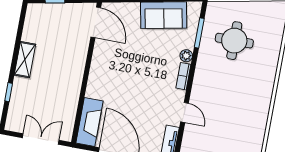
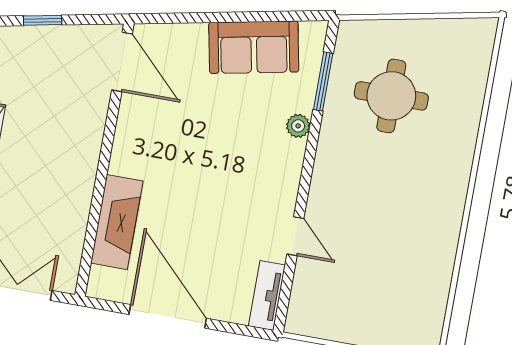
bookcase: (183, 76) -> (293, 166), removed
fireplace: (89, 122) -> (117, 222), moved

